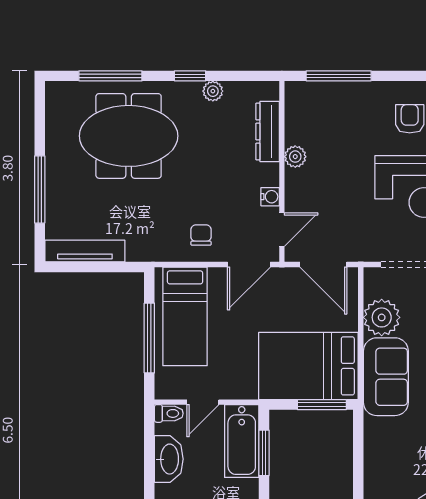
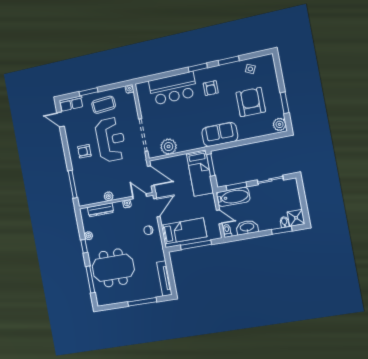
meeting table: (129, 136) -> (113, 268), turned 90
door: (249, 264) -> (157, 208), hinge flipped
door: (323, 264) -> (151, 176), hinge flipped
bed: (308, 366) -> (200, 173), width x0.67
sofa: (386, 377) -> (220, 134), moved

